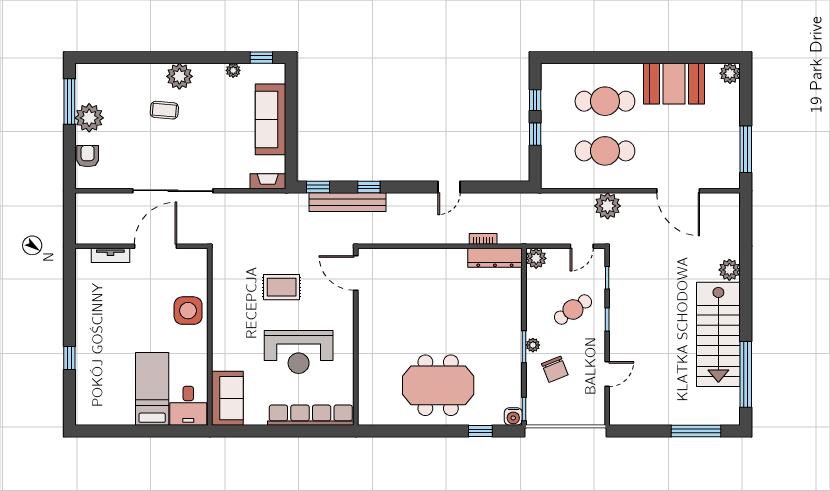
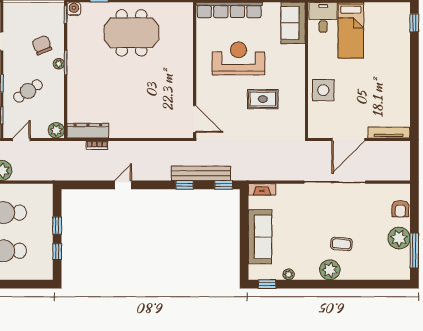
tv unit: (110, 255) -> (389, 133), width x1.41
rug: (282, 287) -> (263, 99), moved
window: (69, 358) -> (414, 23), moved

